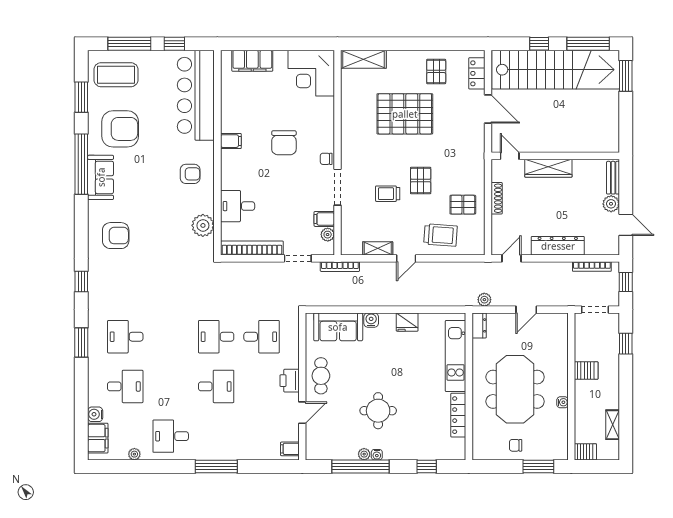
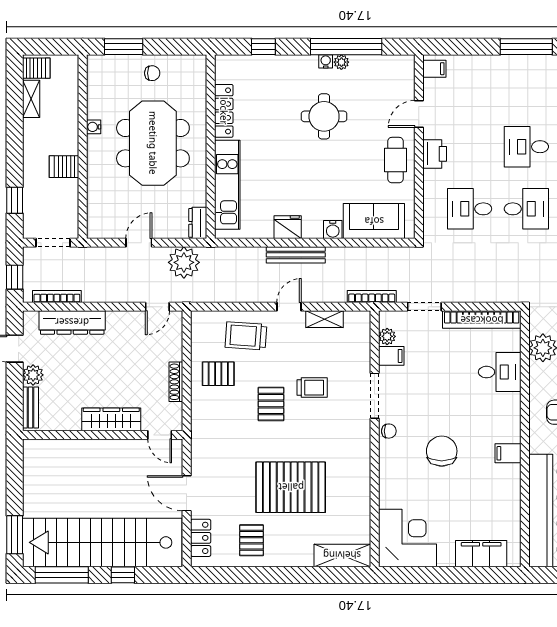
dresser: (558, 246) -> (72, 322), moved
bench: (401, 300) -> (296, 255), added
plant: (484, 300) -> (184, 262), width x1.88, depth x1.88
server rack: (585, 452) -> (36, 68), moved, turned 180

